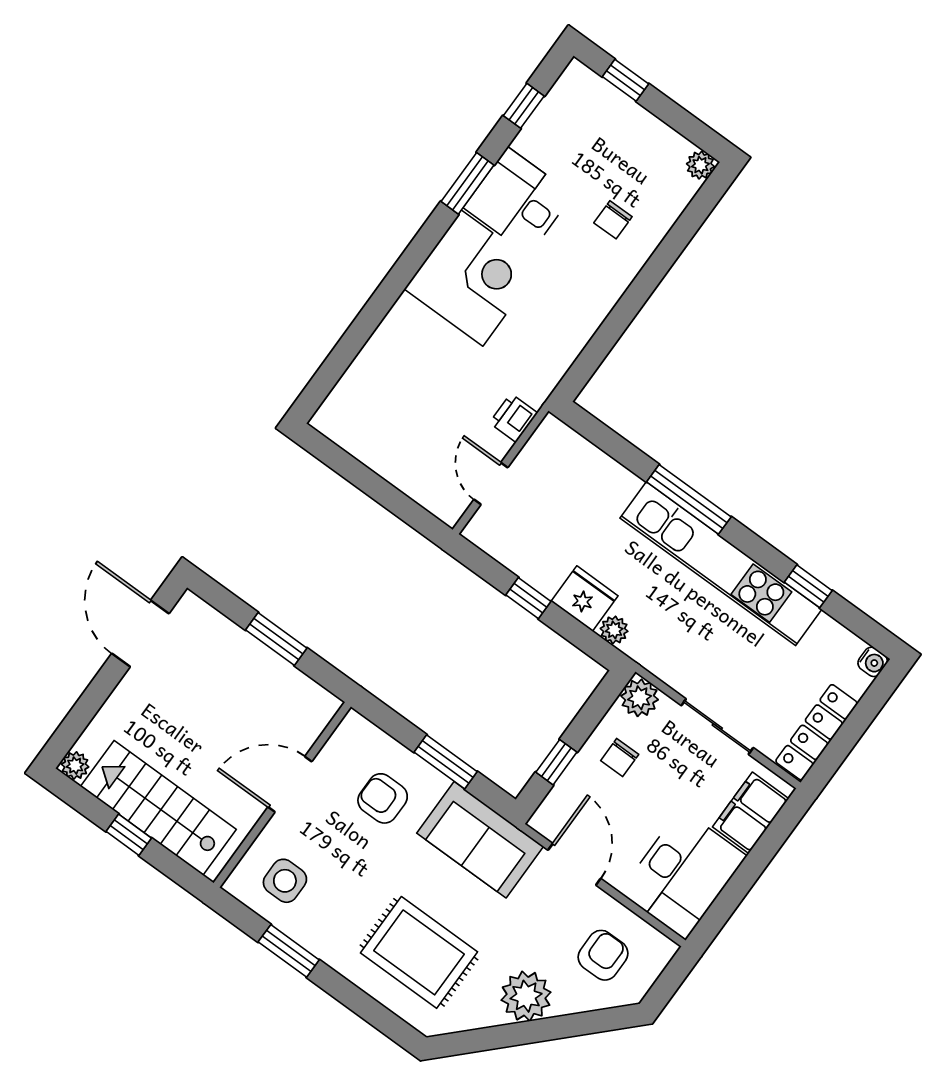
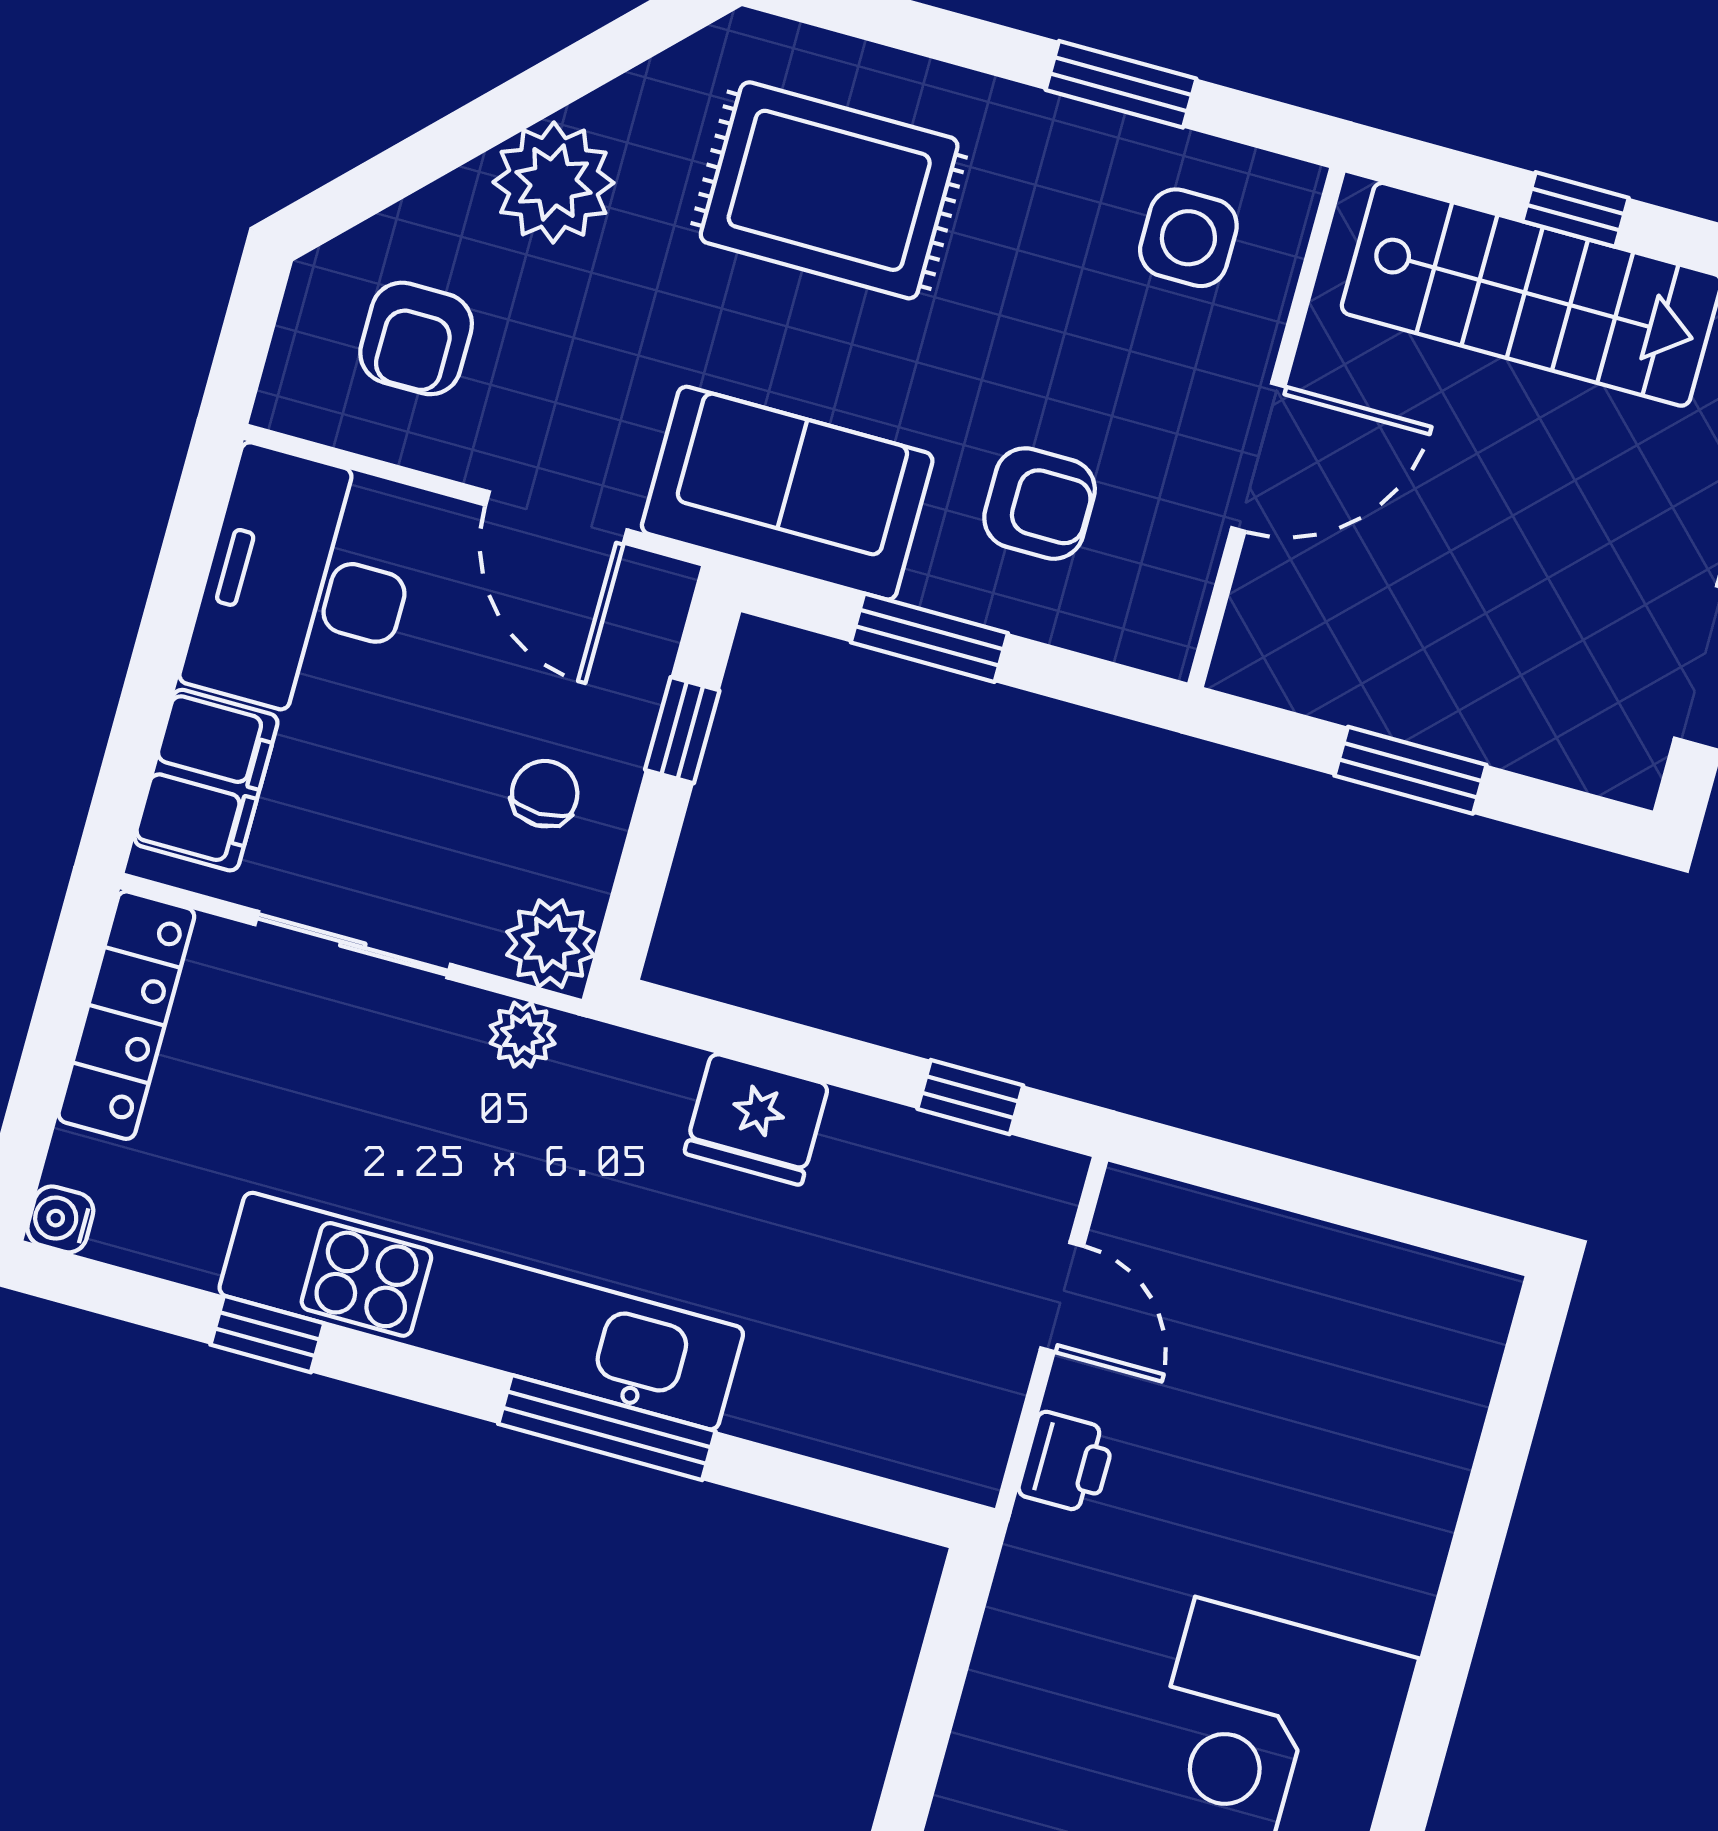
window: (528, 598) -> (970, 1097), moved
plant: (614, 630) -> (523, 1035), moved

